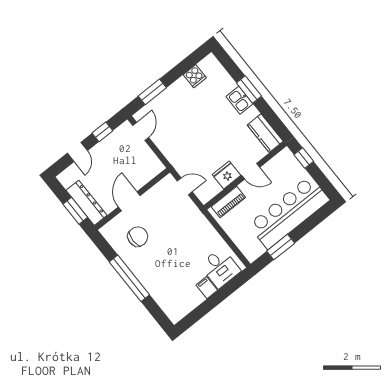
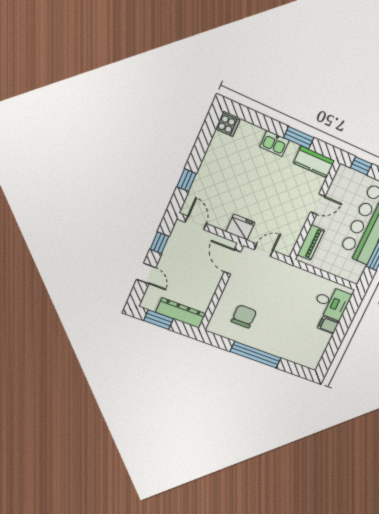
cooker: (195, 76) -> (228, 125), moved
window: (249, 89) -> (299, 138), moved
window: (152, 92) -> (187, 180), width x0.67
fridge: (226, 175) -> (240, 227), moved, turned 90
door: (129, 201) -> (232, 262), moved
window: (75, 211) -> (159, 320), moved

